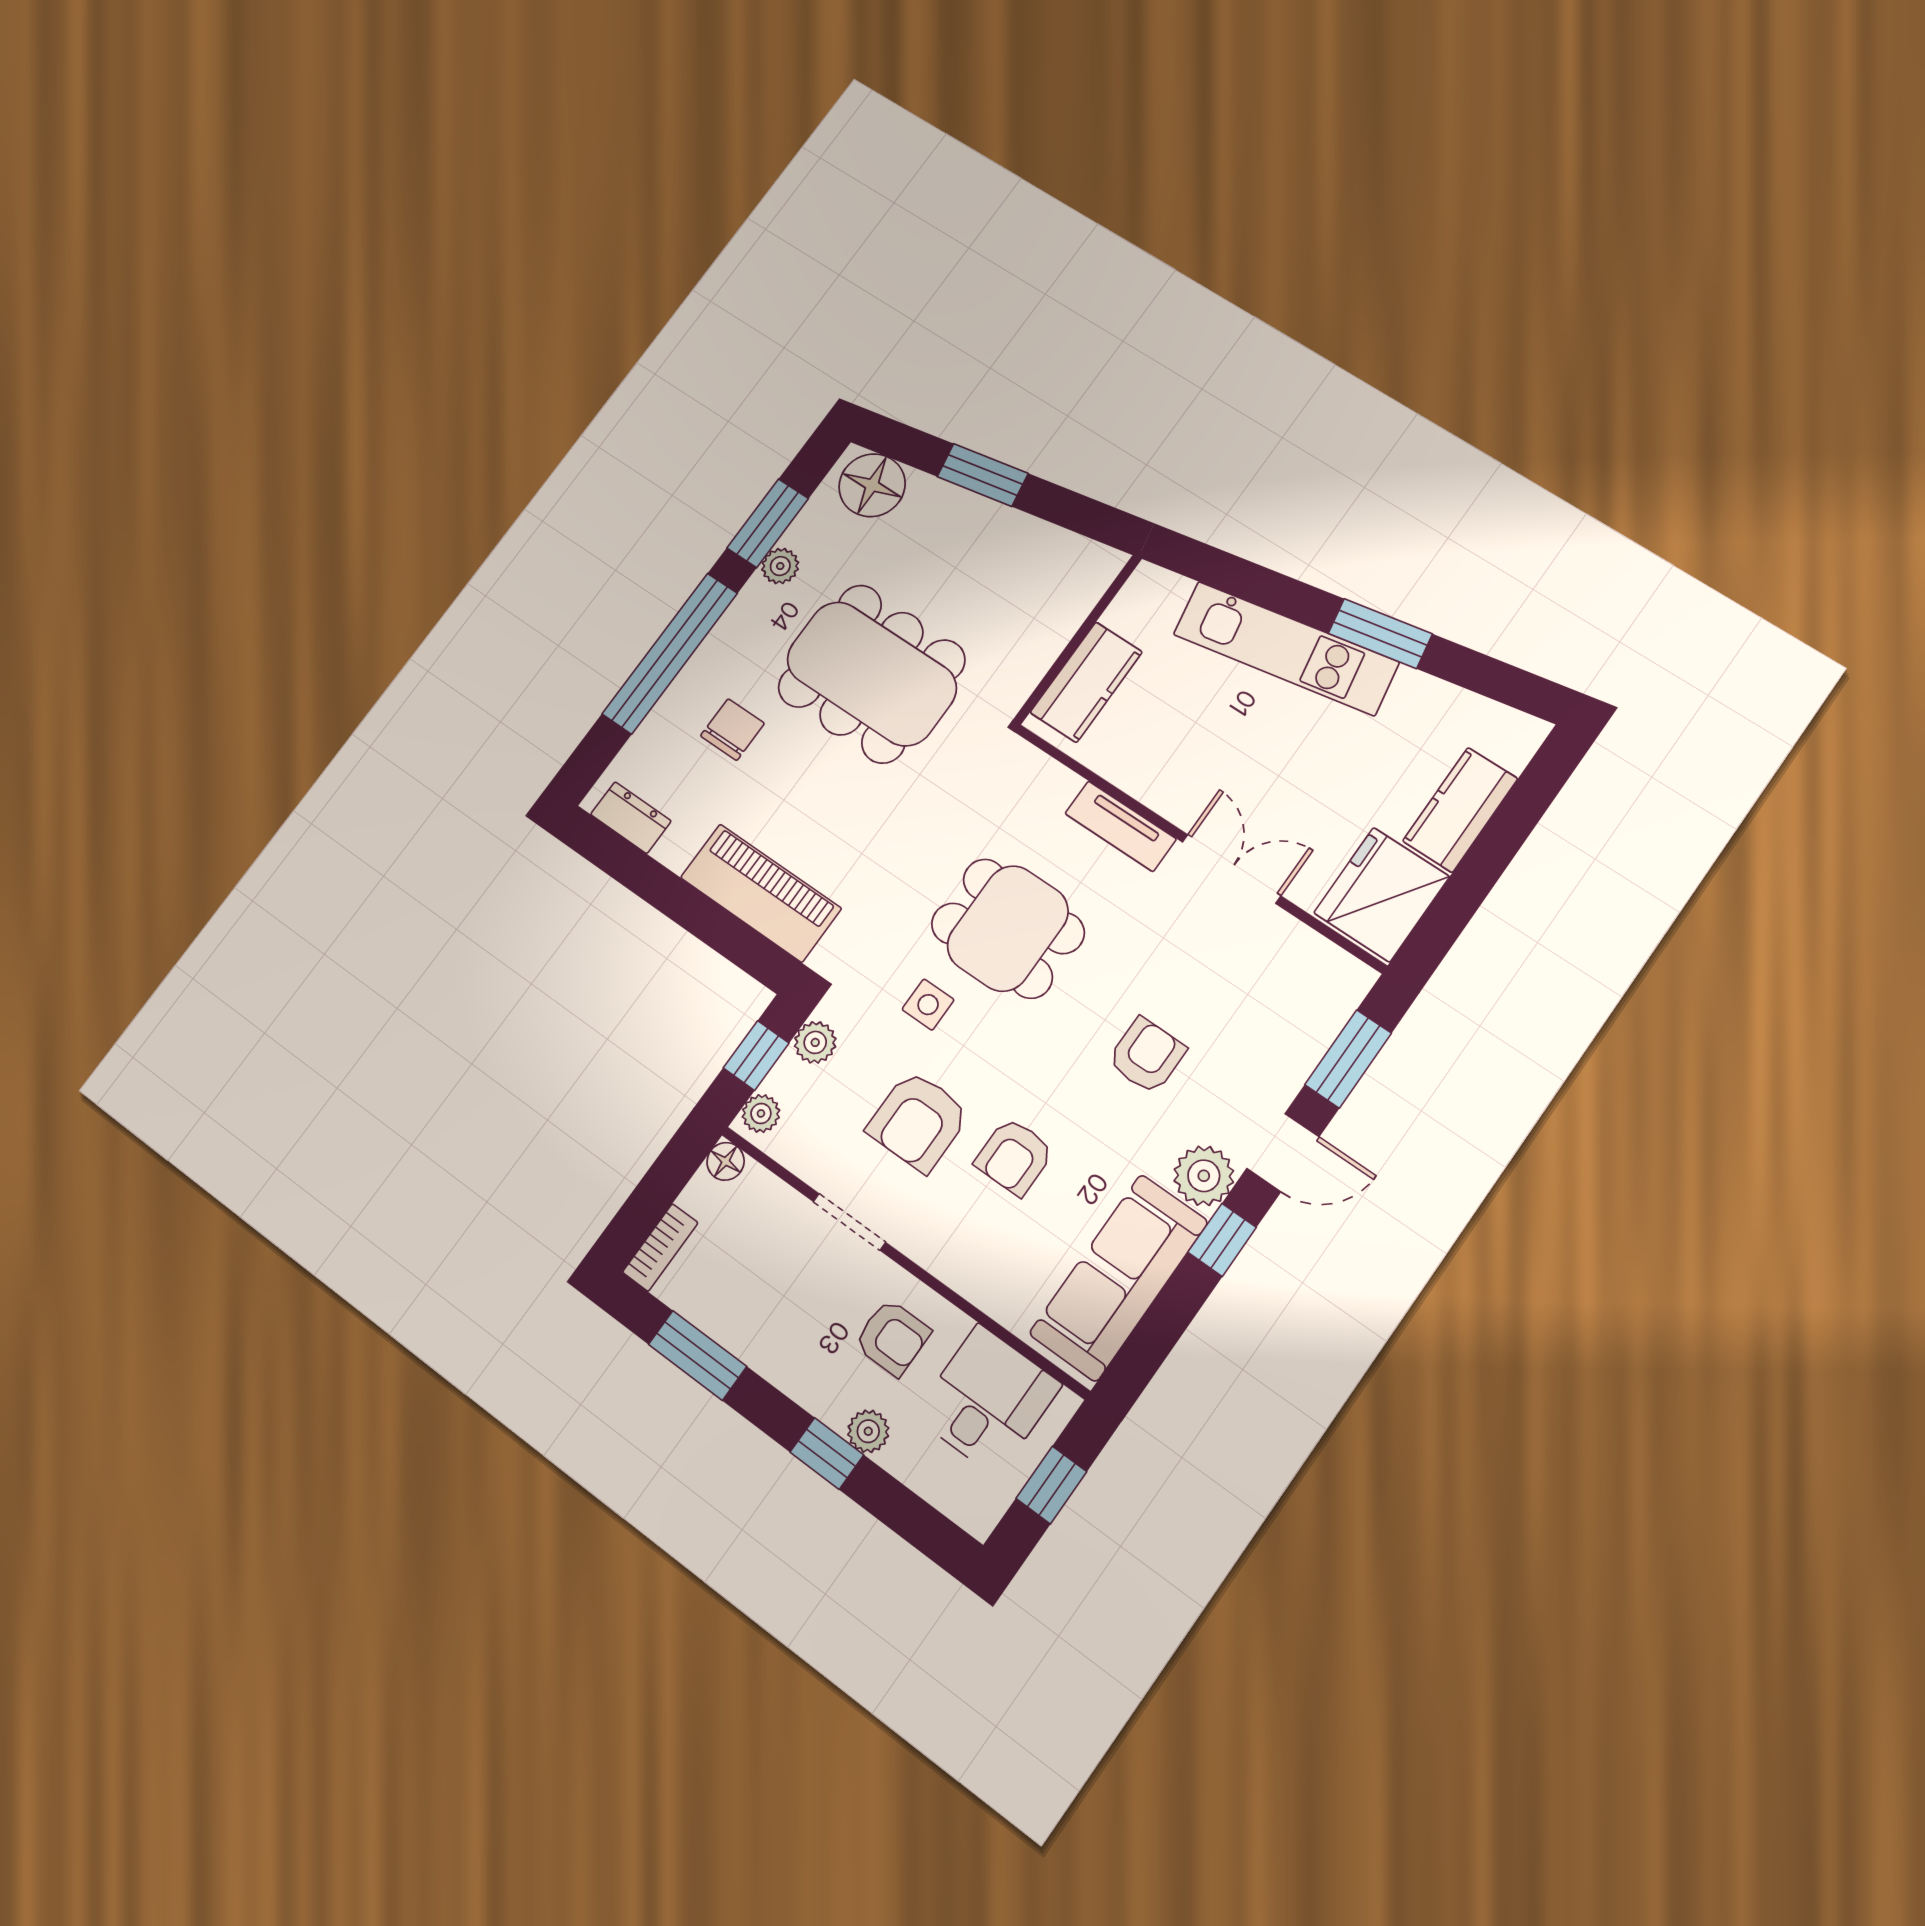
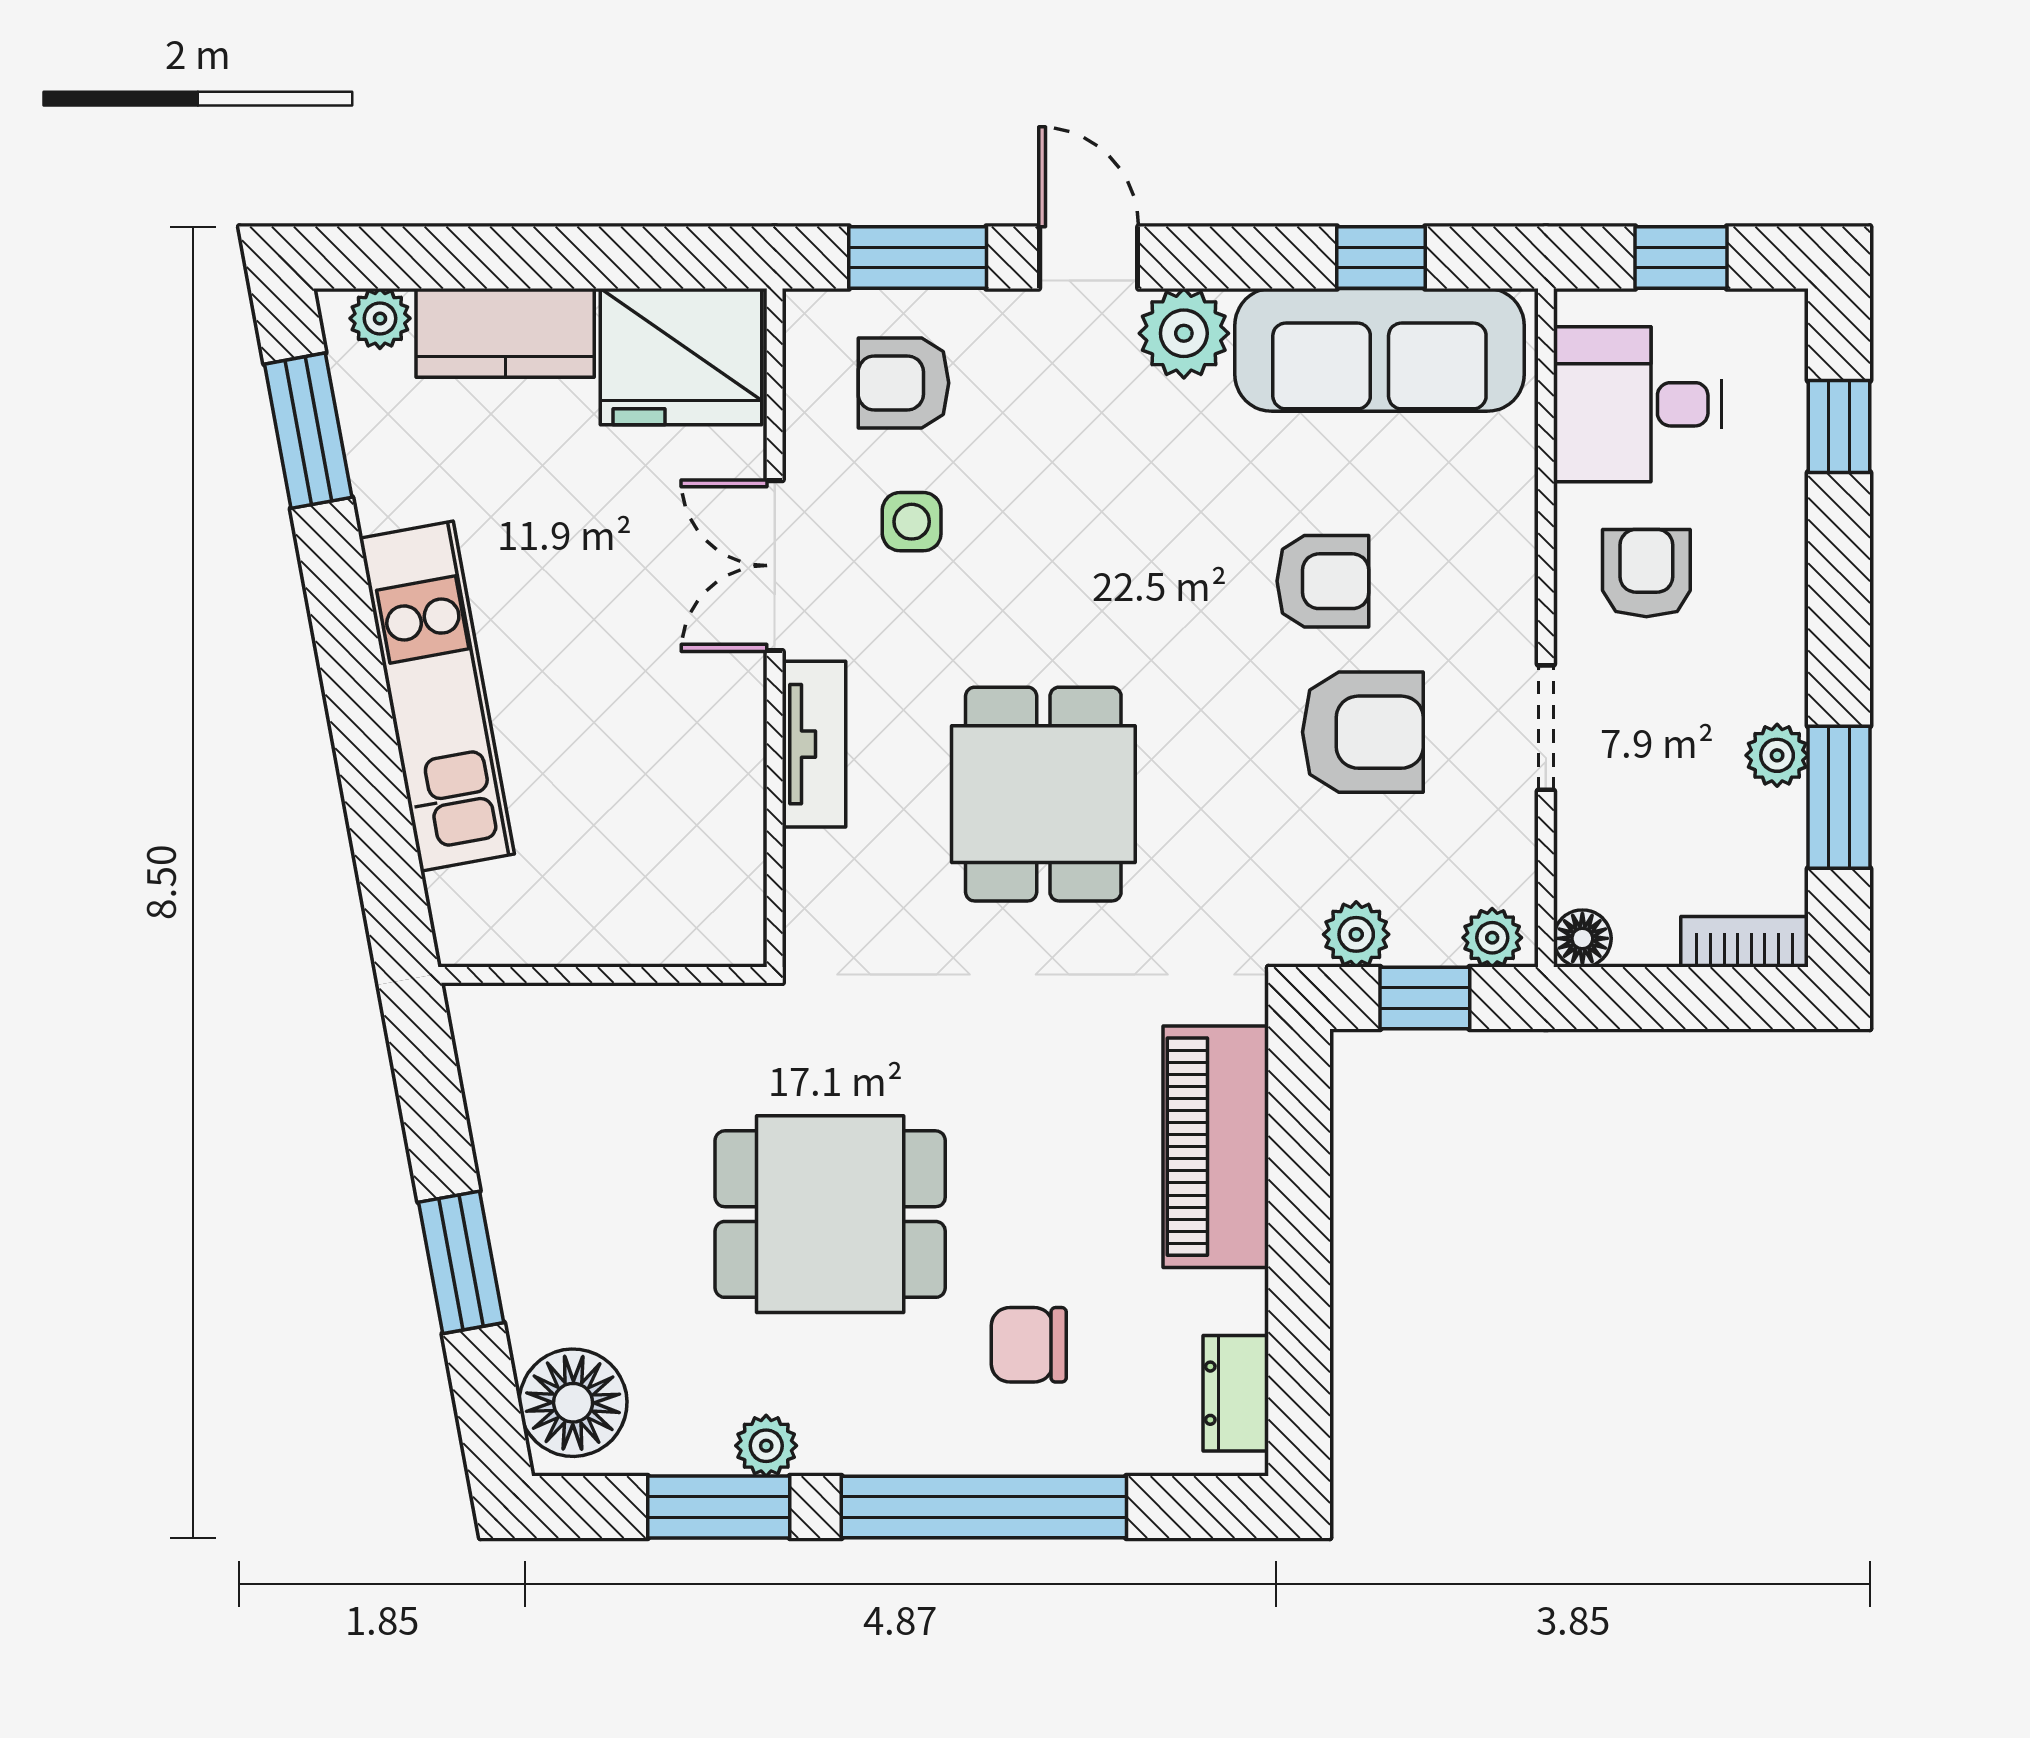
window: (1380, 634) -> (308, 431), moved
dining table: (871, 674) -> (830, 1214), width x0.73
kitchen counter: (1086, 682) -> (653, 922), removed
plant: (1514, 749) -> (380, 318), added
side table: (928, 1005) -> (912, 522), moved
armchair: (1147, 1056) -> (903, 383), moved
window: (1222, 1240) -> (1381, 258), moved
plant: (868, 1431) -> (1777, 755), moved
window: (827, 1453) -> (1839, 426), moved

